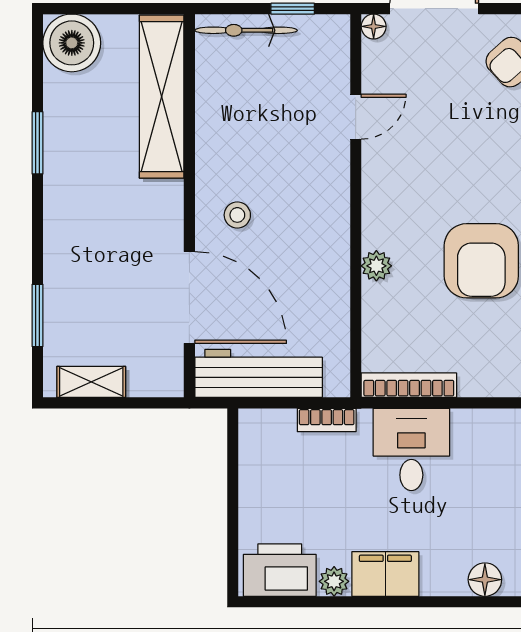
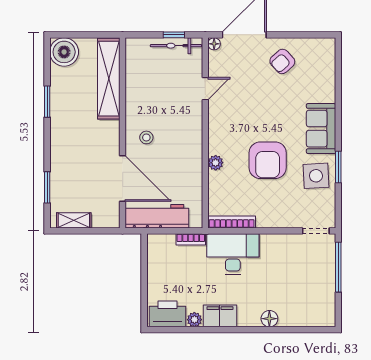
bicycle: (246, 30) -> (176, 46), moved
desk: (411, 449) -> (233, 254), width x1.37

